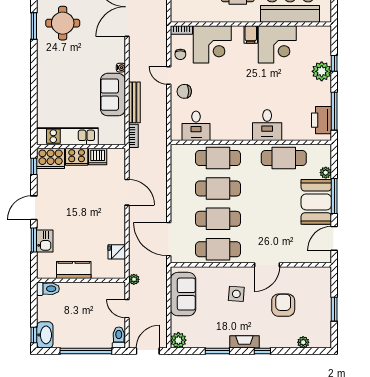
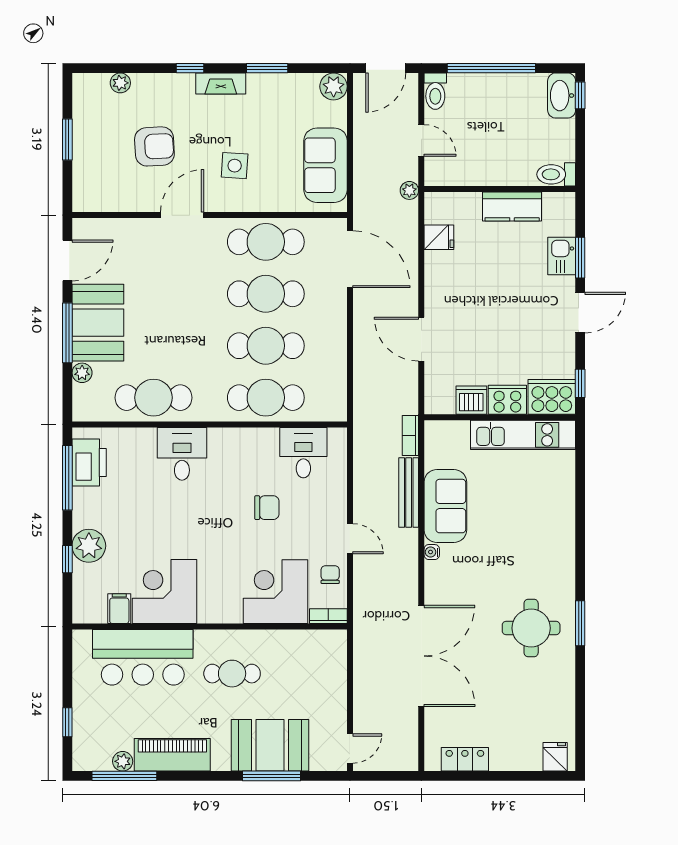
filing cabinet: (251, 34) -> (119, 609), moved
chair: (184, 91) -> (267, 508), moved
armchair: (283, 305) -> (154, 146), turned -93

